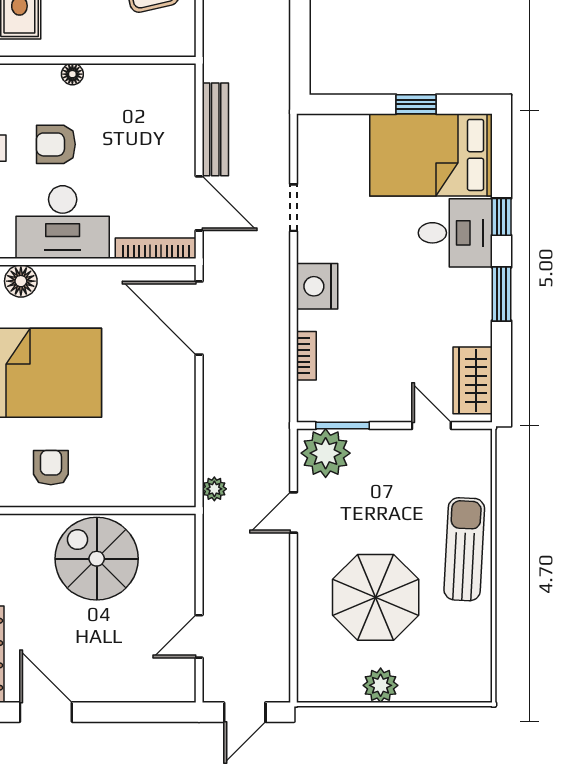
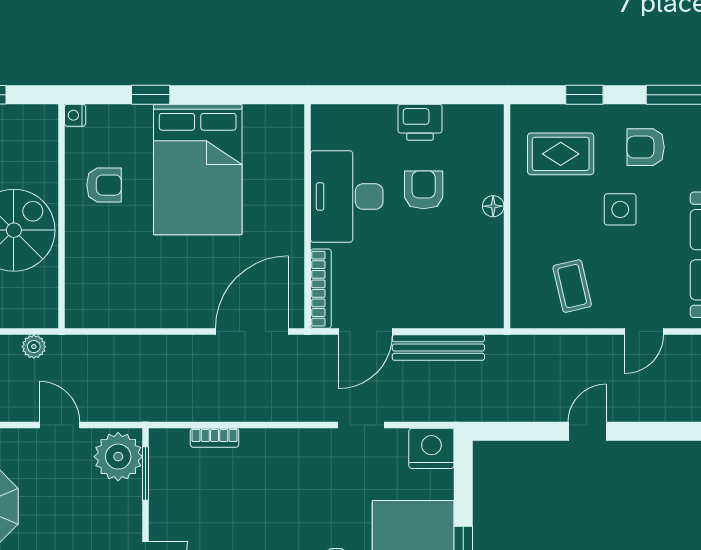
floor lamp: (21, 281) -> (288, 155), removed
nightstand: (317, 286) -> (431, 448), moved
plant: (214, 489) -> (34, 347), moved

